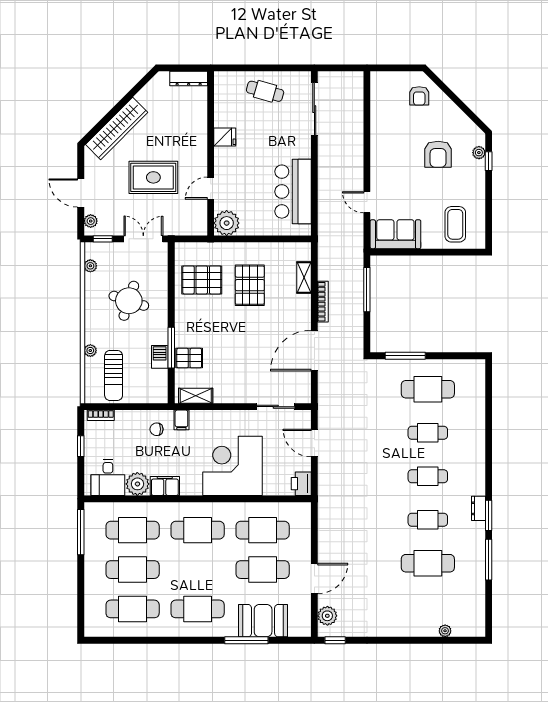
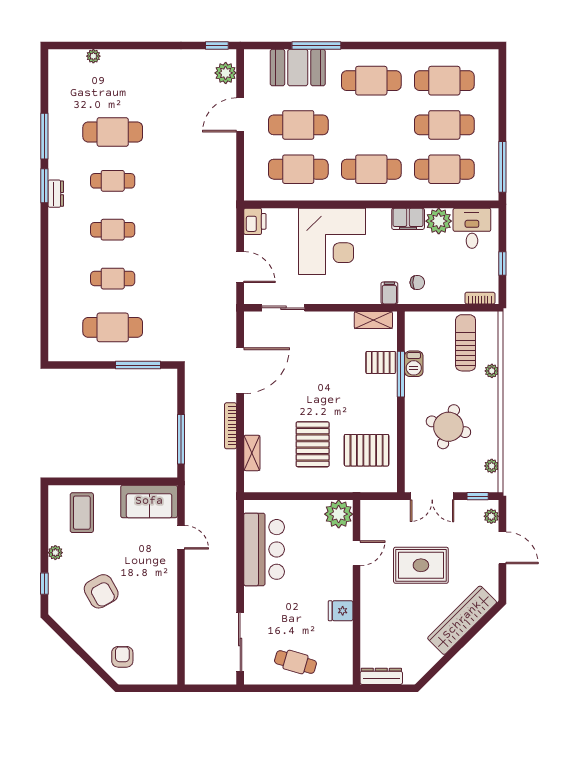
plant: (479, 153) -> (55, 553), moved
armchair: (438, 154) -> (101, 591), turned 151

